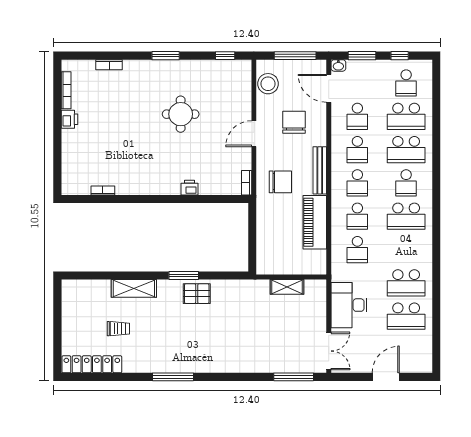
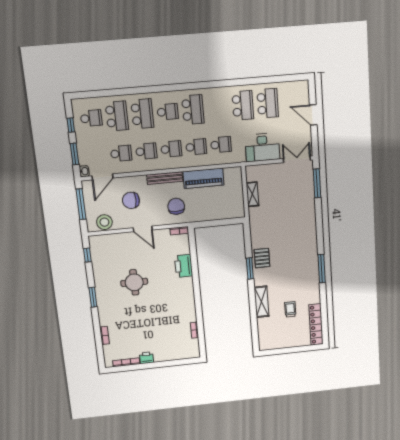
printer: (190, 188) -> (184, 266), width x1.87, depth x1.48

